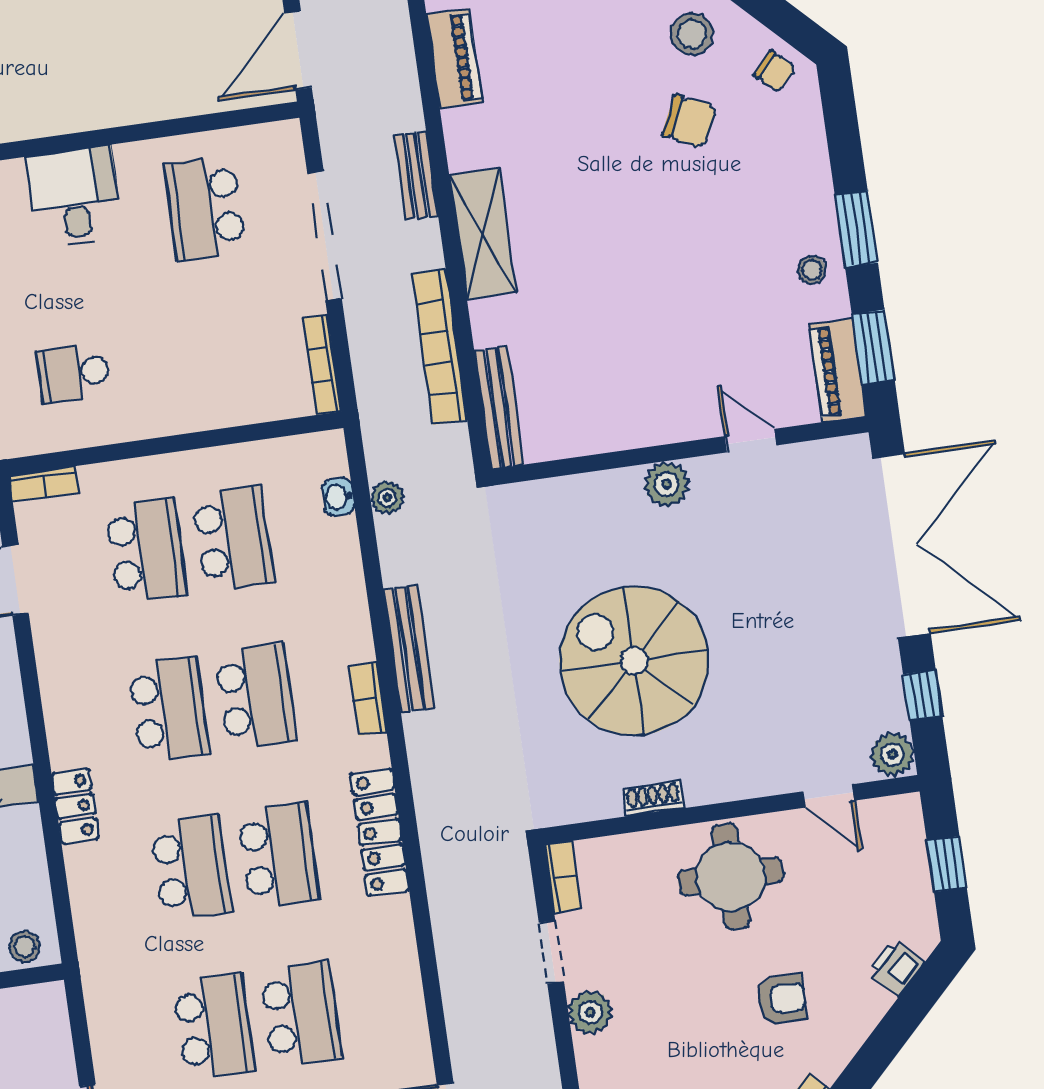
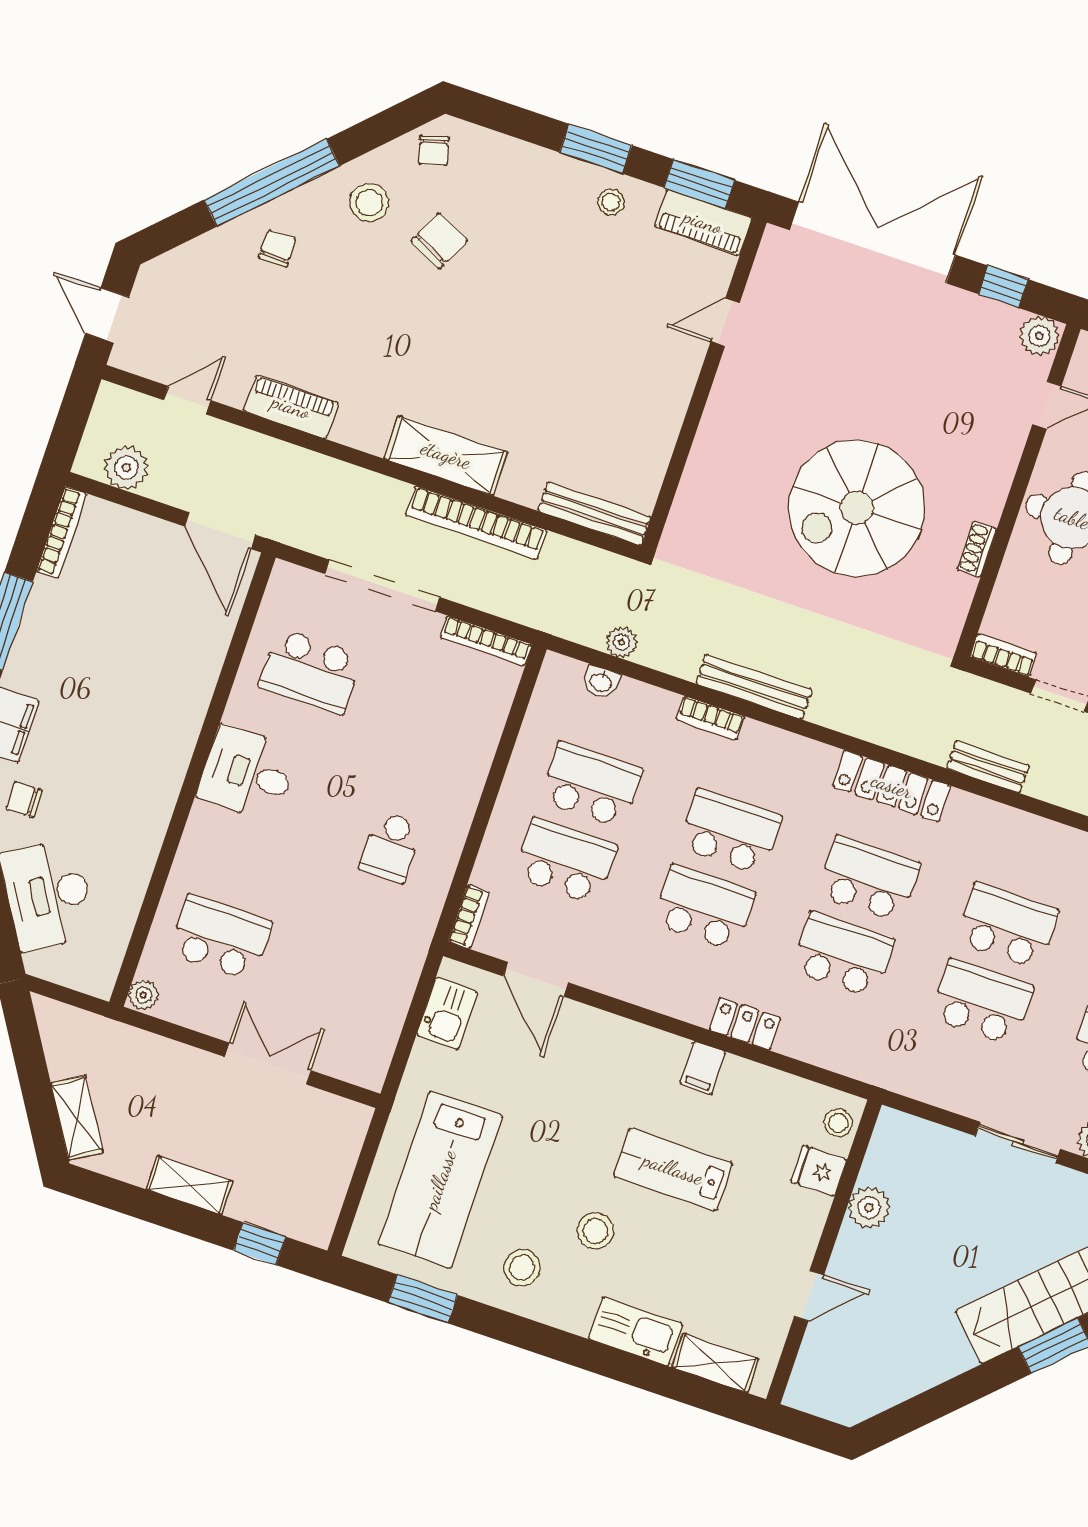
chair: (775, 71) -> (434, 150), turned 122
bench: (416, 176) -> (988, 767), moved
bookcase: (439, 347) -> (476, 523), moved
plant: (667, 484) -> (726, 409), removed
bookcase: (368, 699) -> (710, 718), moved

